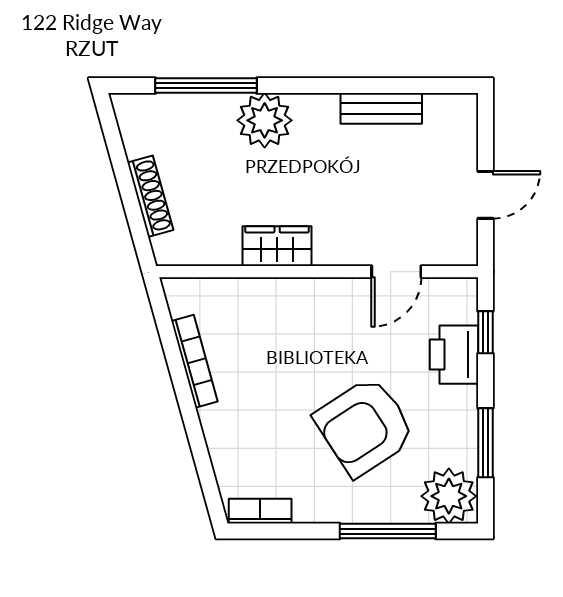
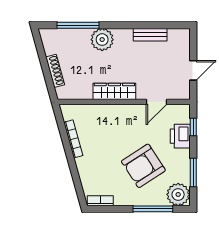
wardrobe: (277, 246) -> (114, 91), width x1.50

